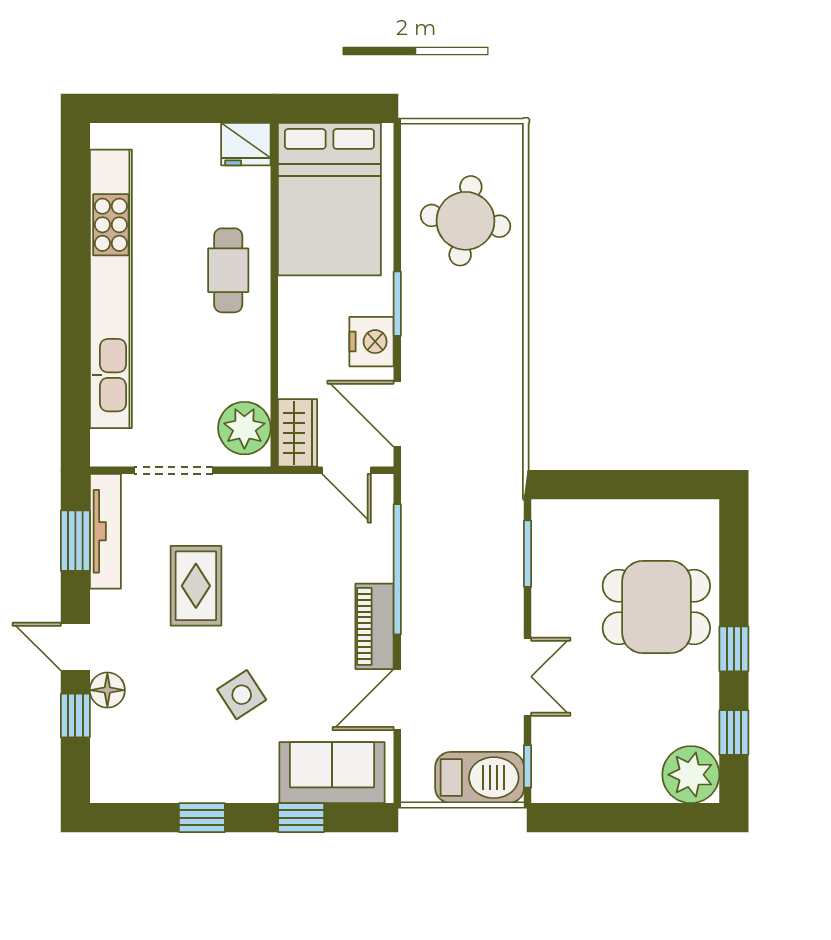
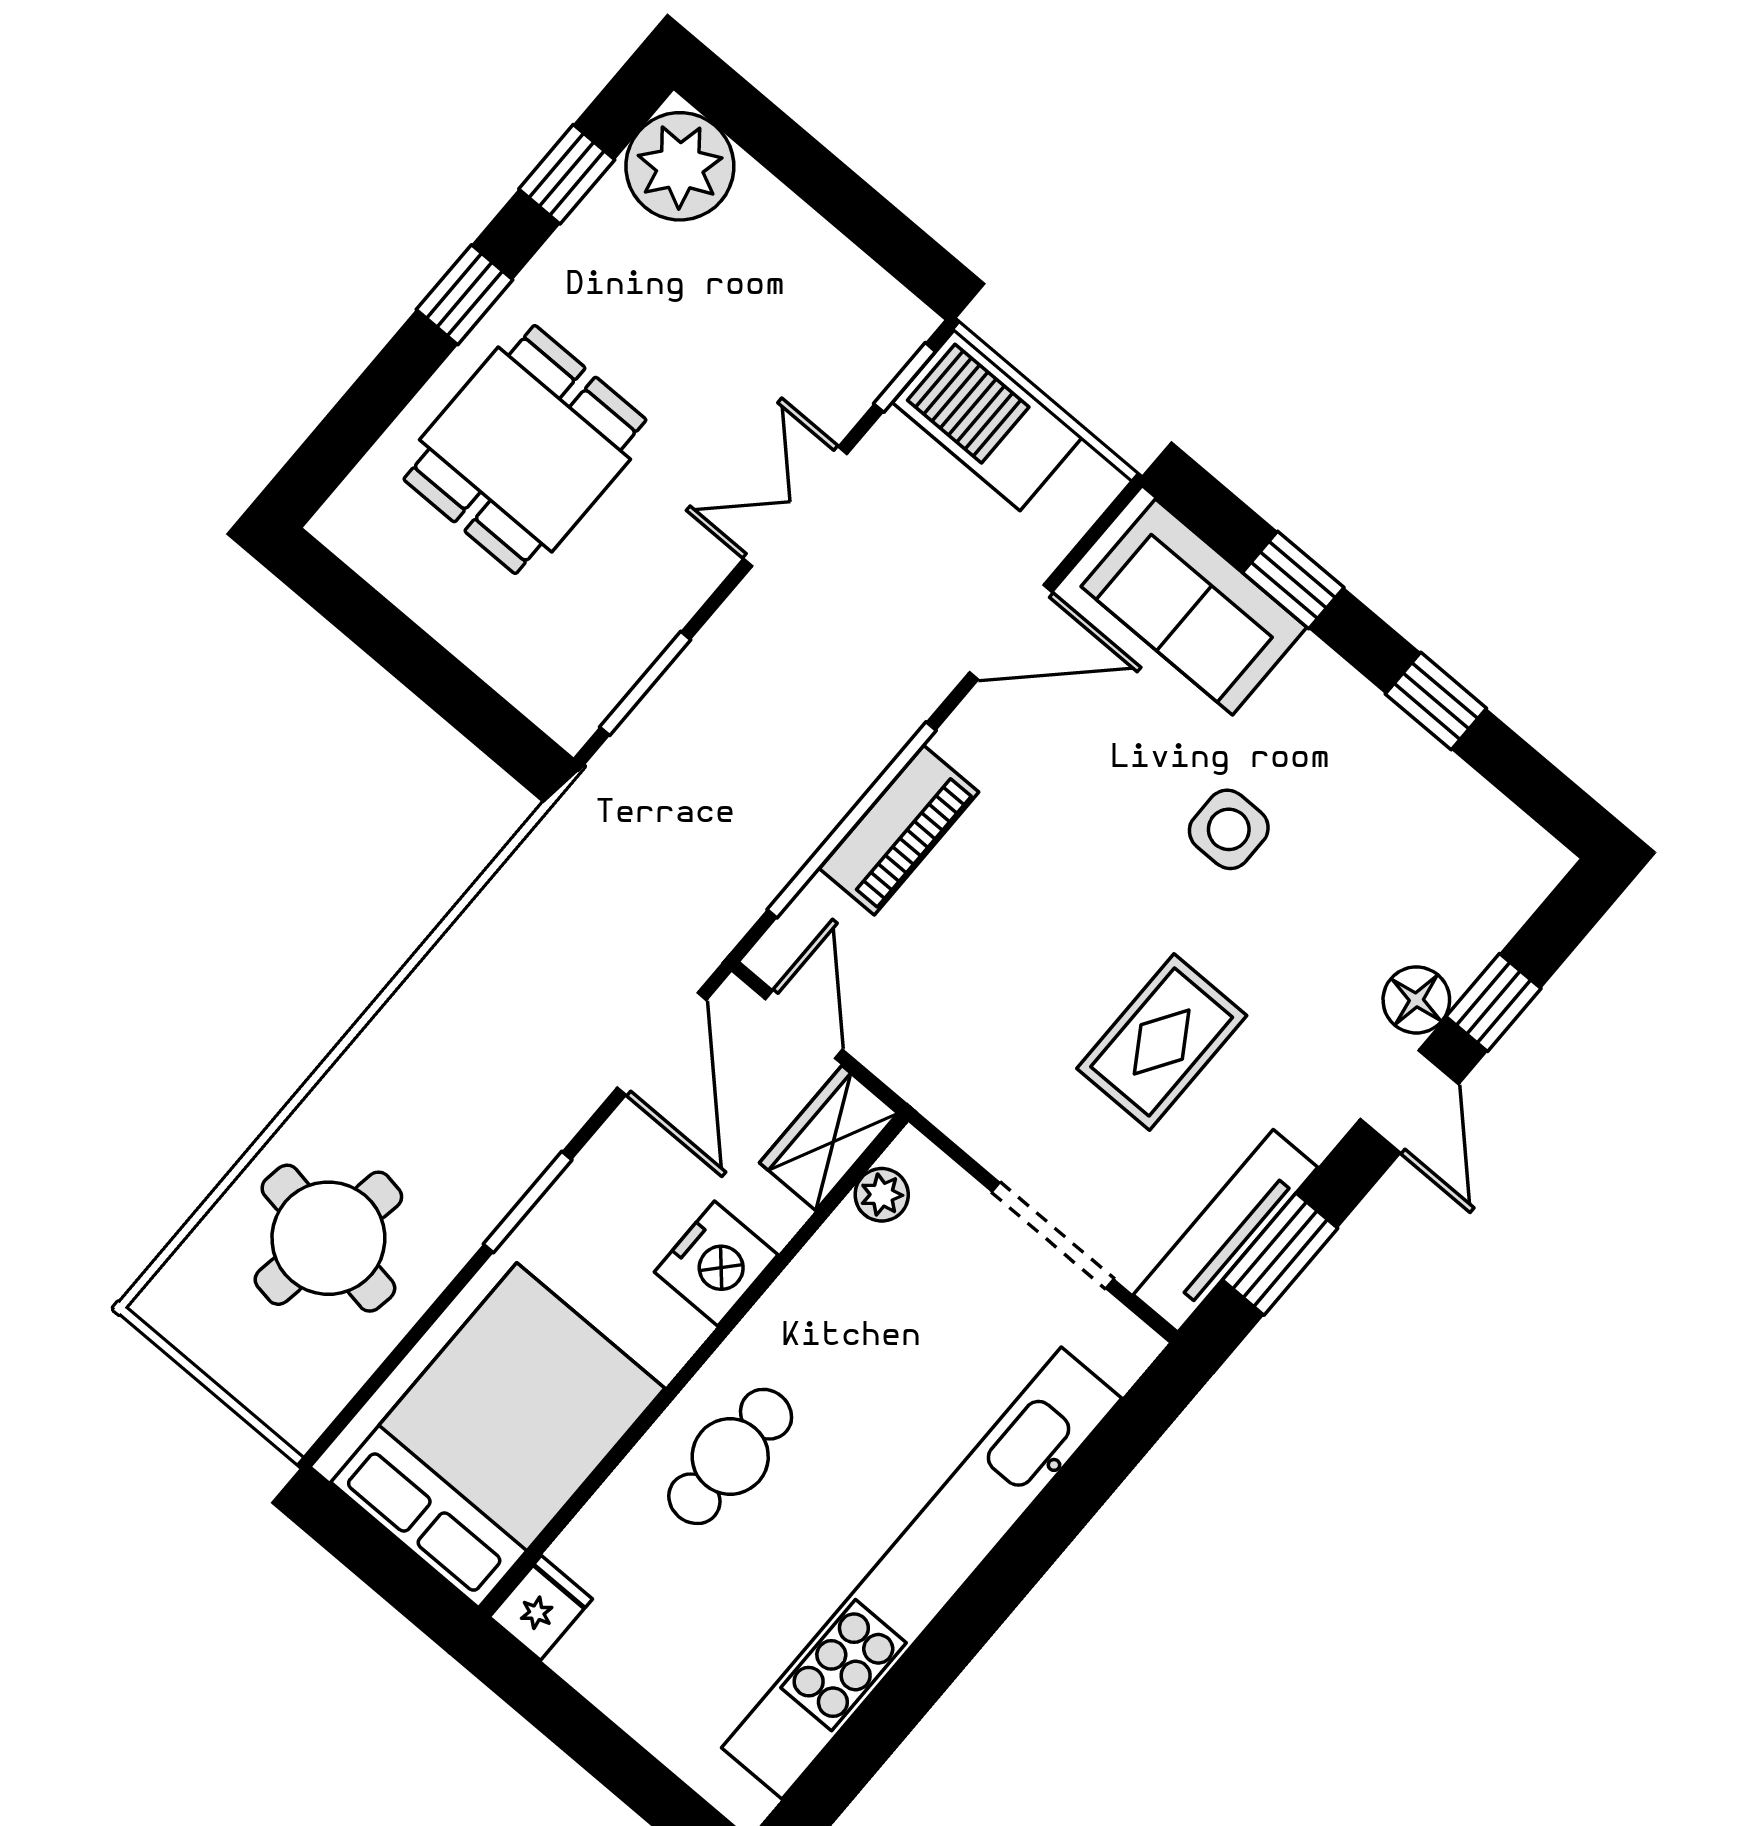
fridge: (246, 144) -> (541, 1608), width x0.72
nightstand: (372, 342) -> (716, 1263), moved, turned 180
plant: (244, 428) -> (882, 1195), width x0.53, depth x0.53
dining table: (656, 607) -> (525, 450), turned 90
piano: (375, 626) -> (899, 830), moved
side table: (242, 695) -> (1229, 829), turned 33

